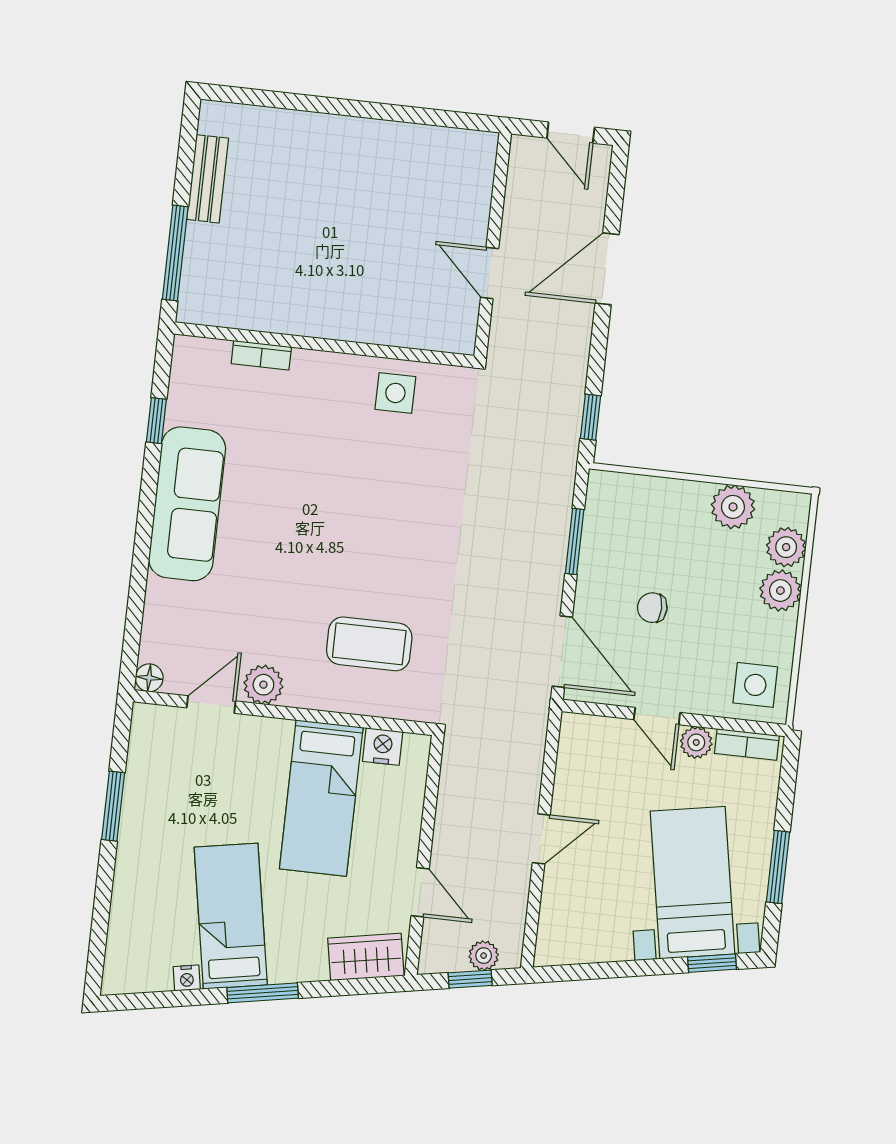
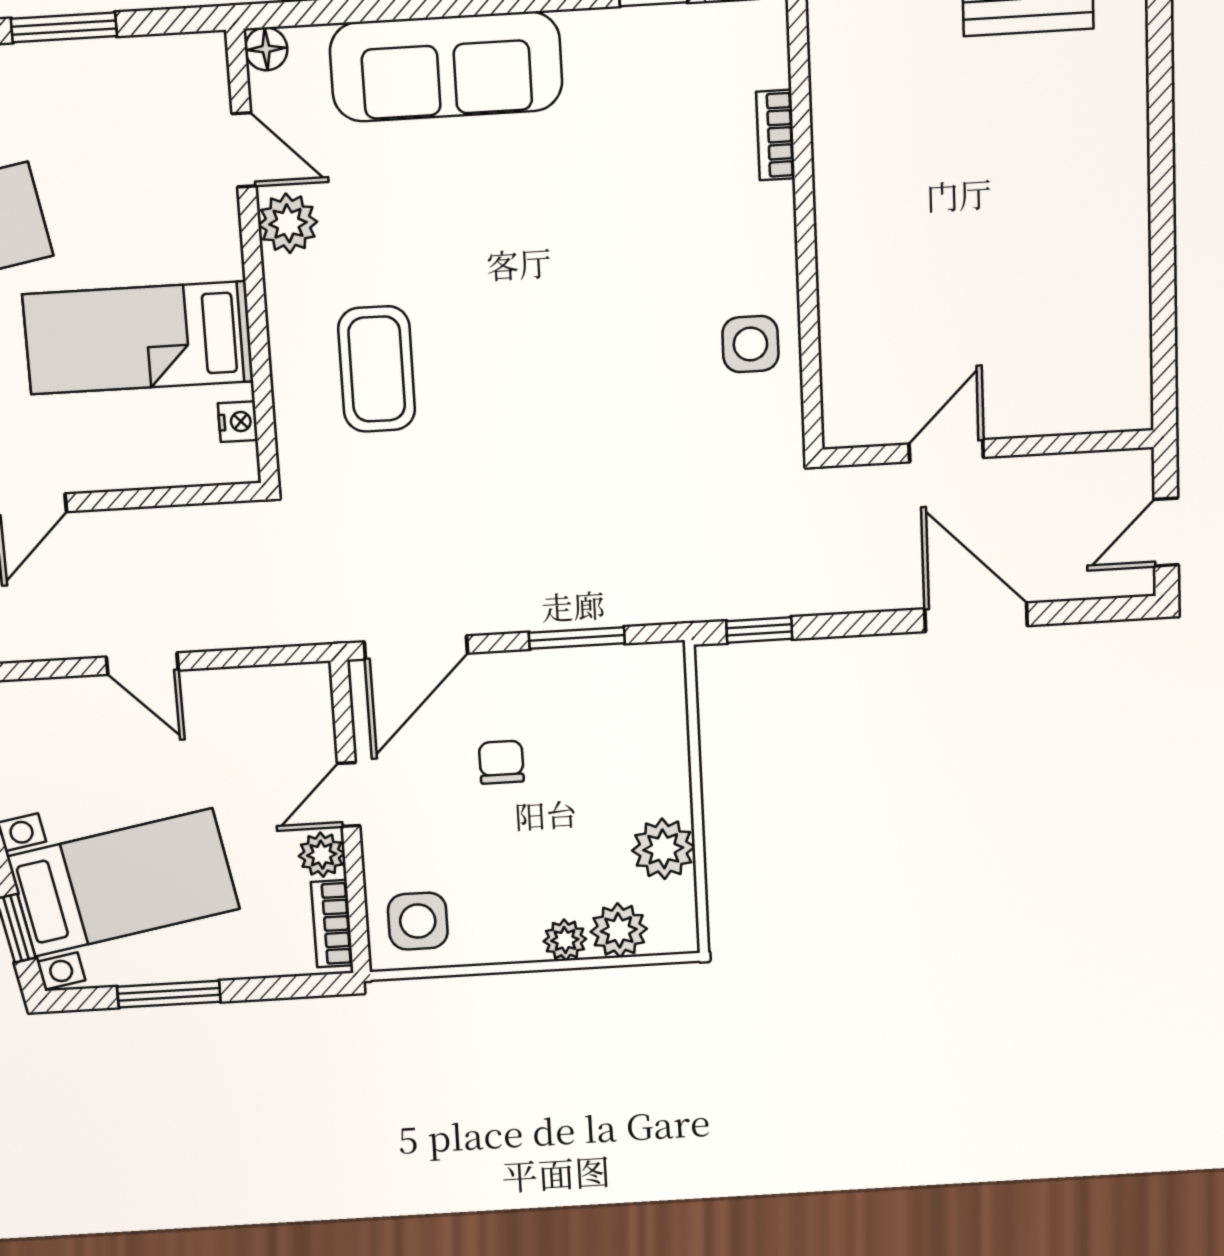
sofa: (187, 504) -> (446, 67), moved
plant: (780, 591) -> (565, 940), width x0.73, depth x0.73
nightstand: (383, 747) -> (238, 422), width x0.72, depth x0.74

